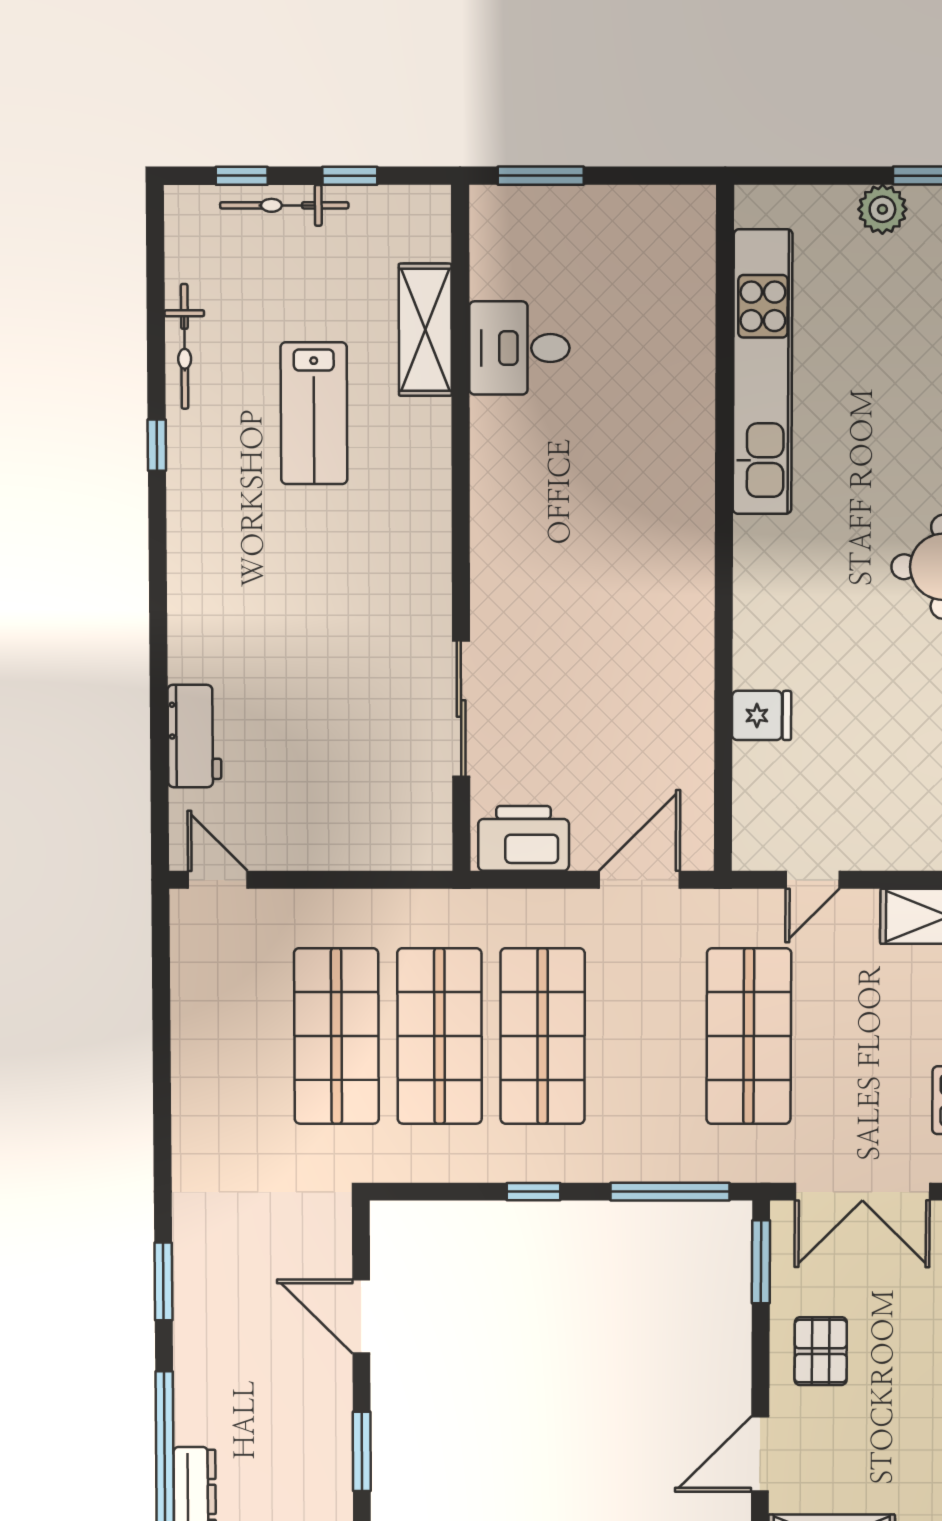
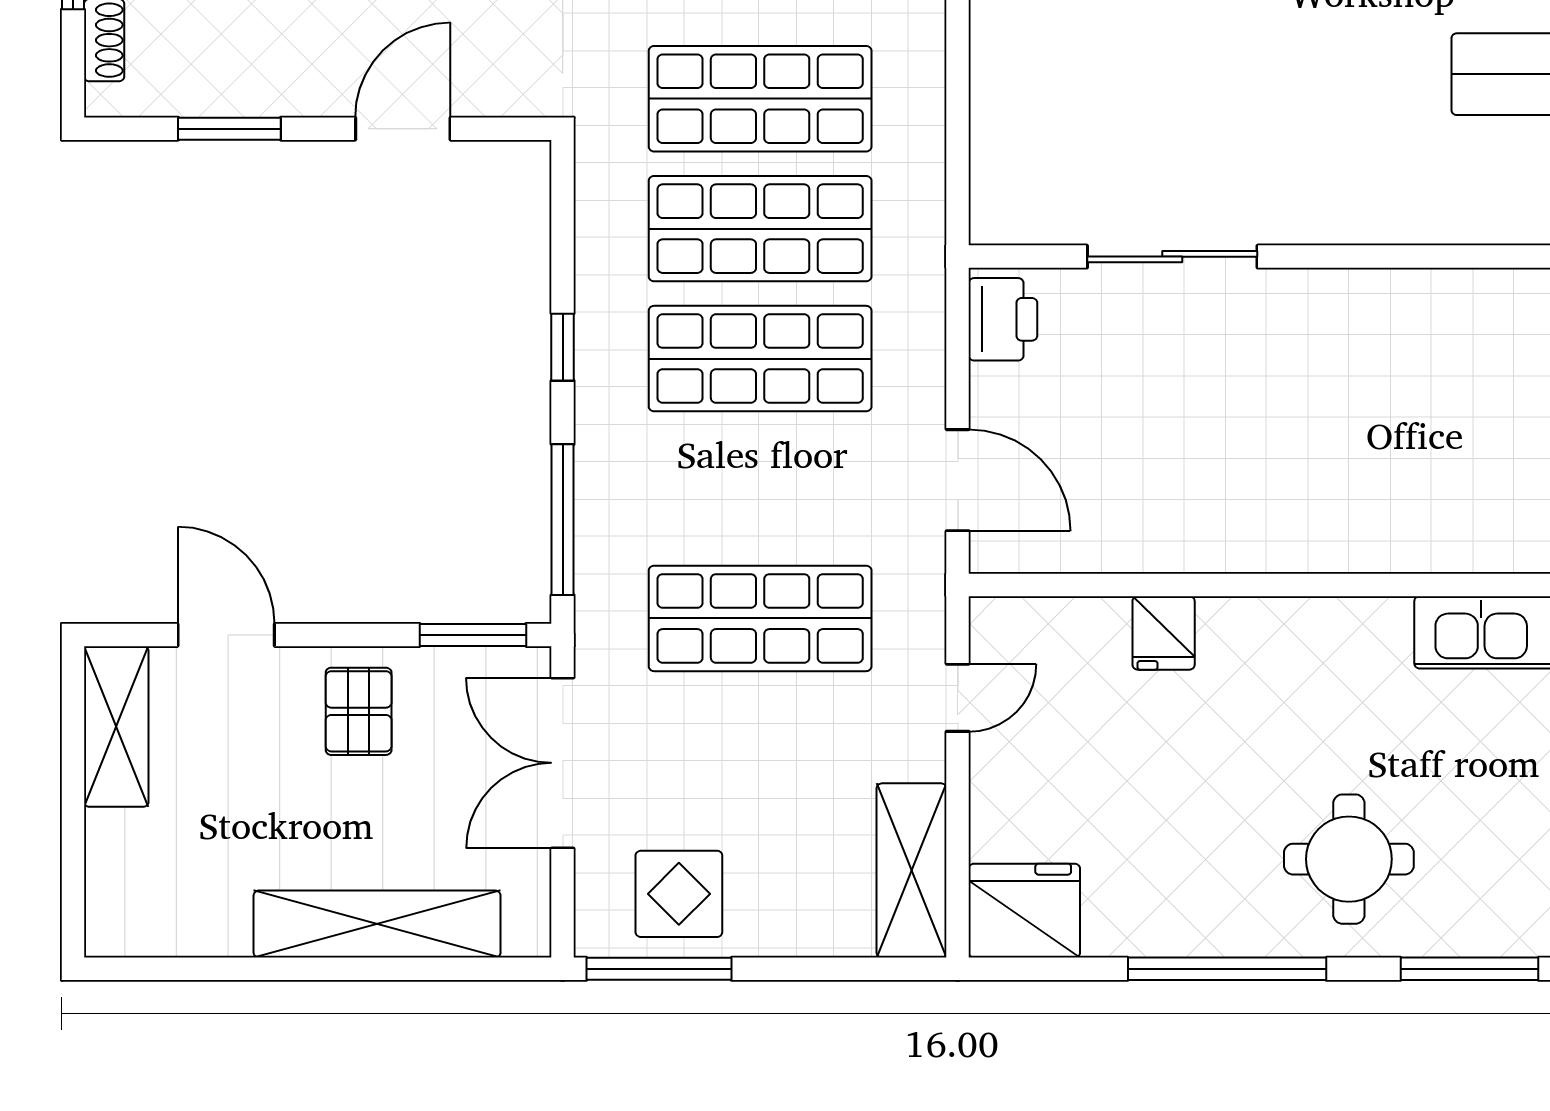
printer: (524, 838) -> (1003, 319), width x0.73, depth x0.84
door: (813, 880) -> (958, 698), swing flipped
pallet: (821, 1351) -> (359, 711), turned 90

